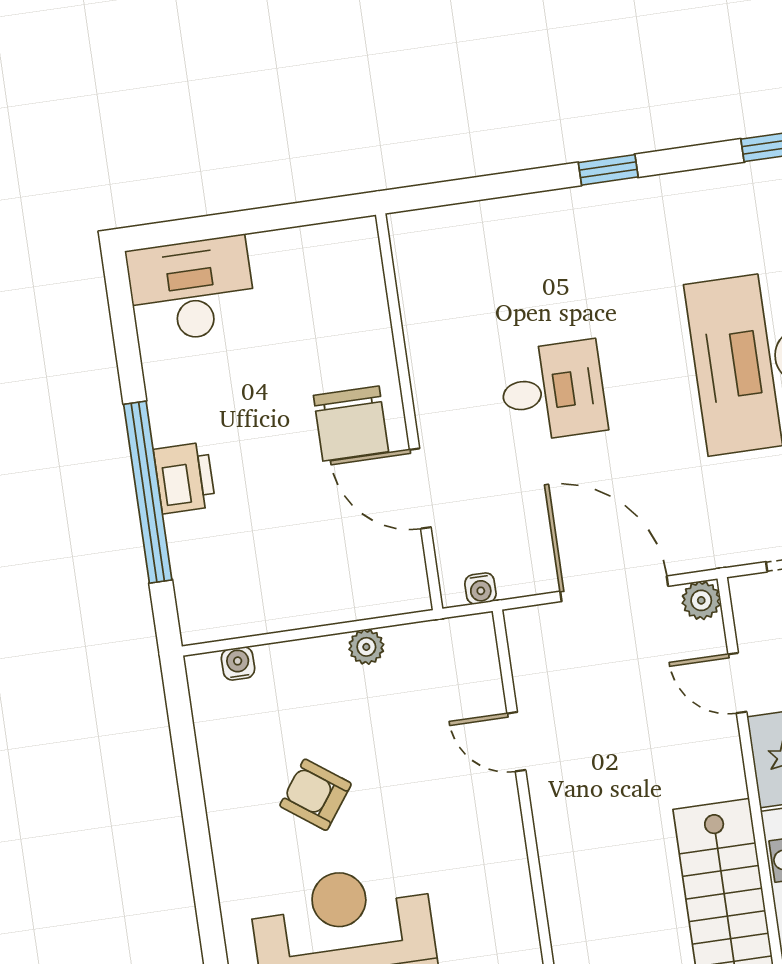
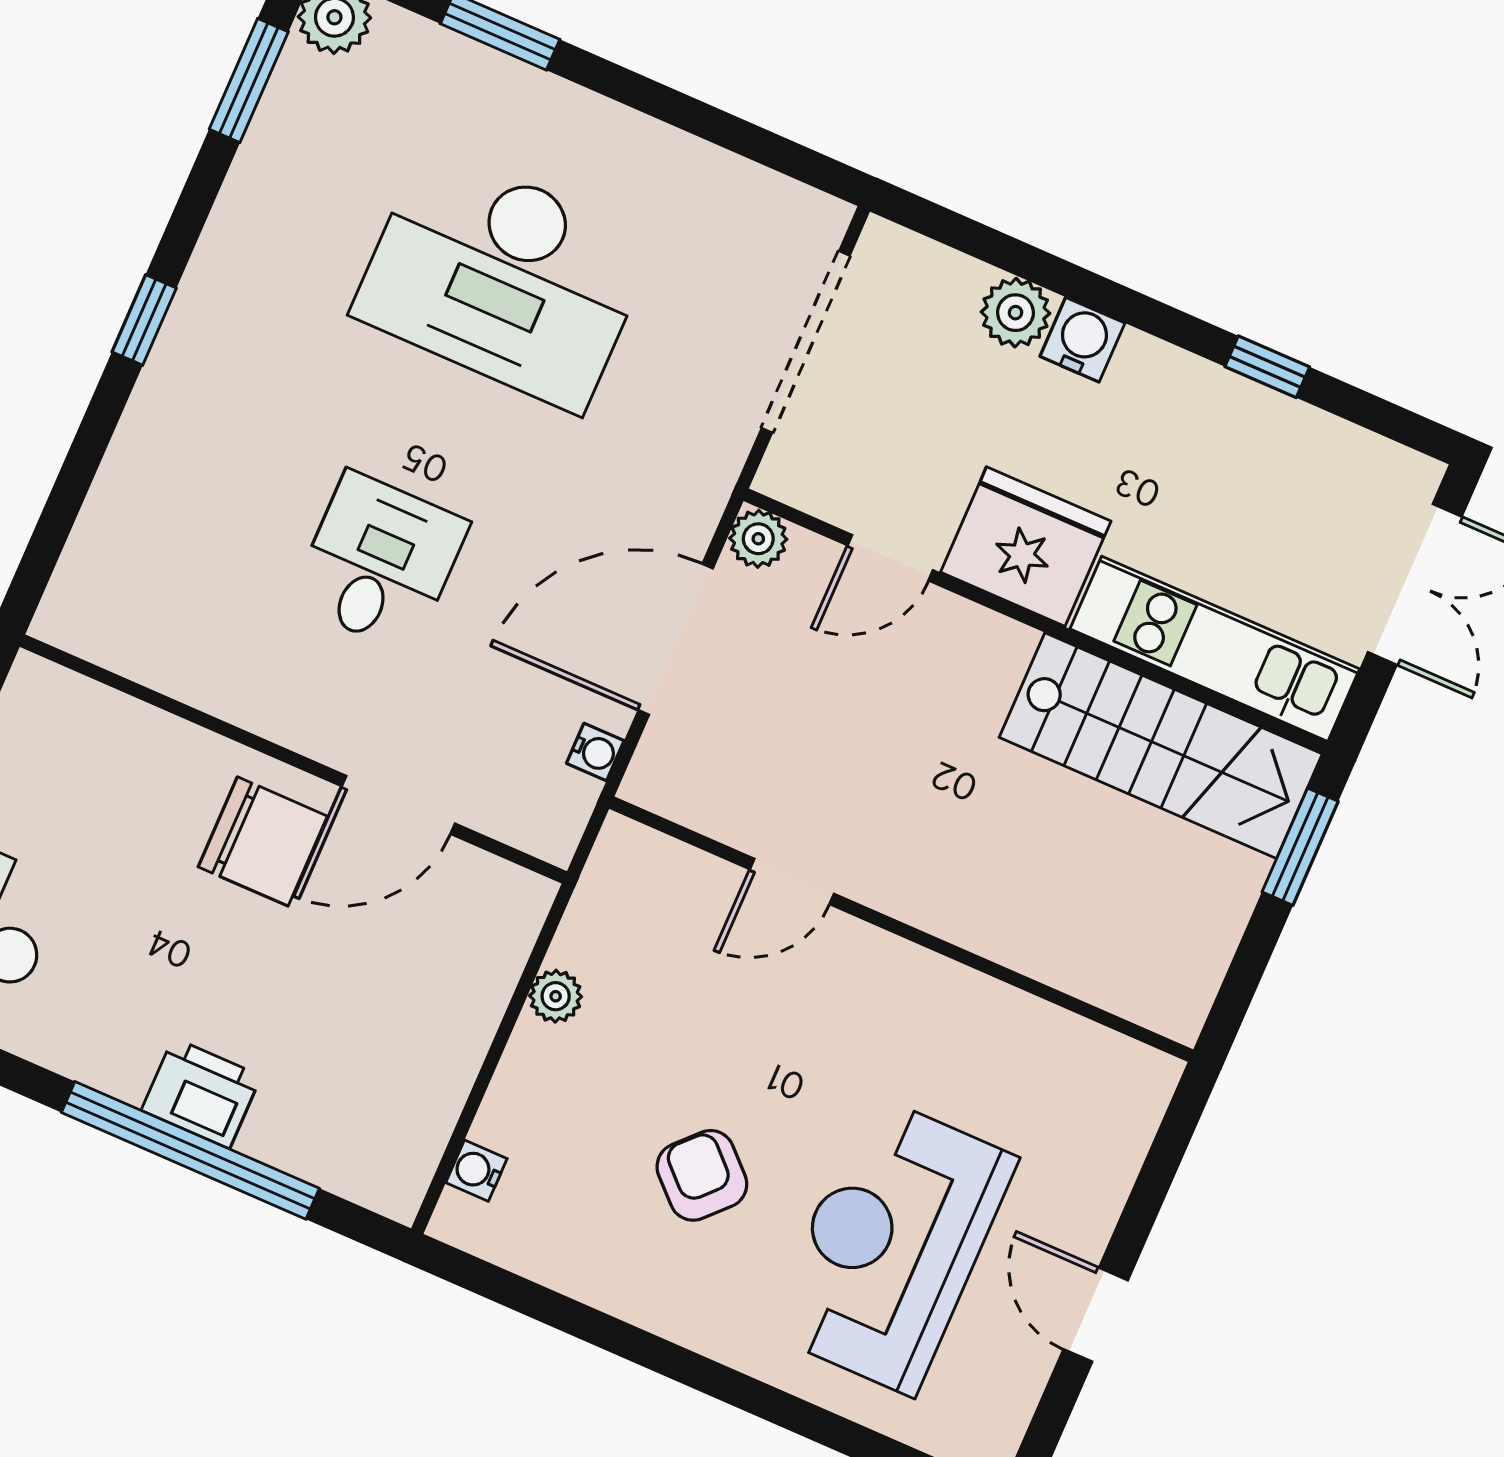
water cooler: (480, 588) -> (595, 752), moved
armchair: (316, 795) -> (702, 1175), turned 98

